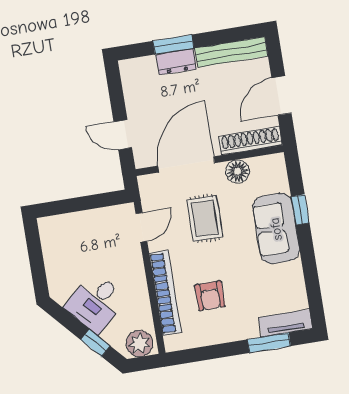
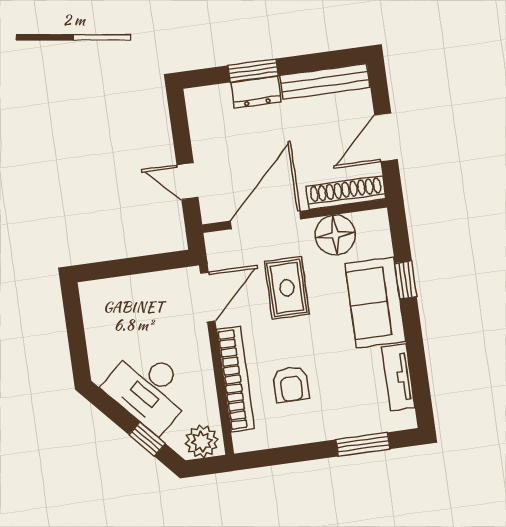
floor lamp: (238, 171) -> (335, 235), width x1.38, depth x1.38
door: (141, 227) -> (208, 297), width x1.38
desk: (96, 303) -> (149, 389), width x1.37
tv unit: (285, 323) -> (398, 377), moved, turned -90

